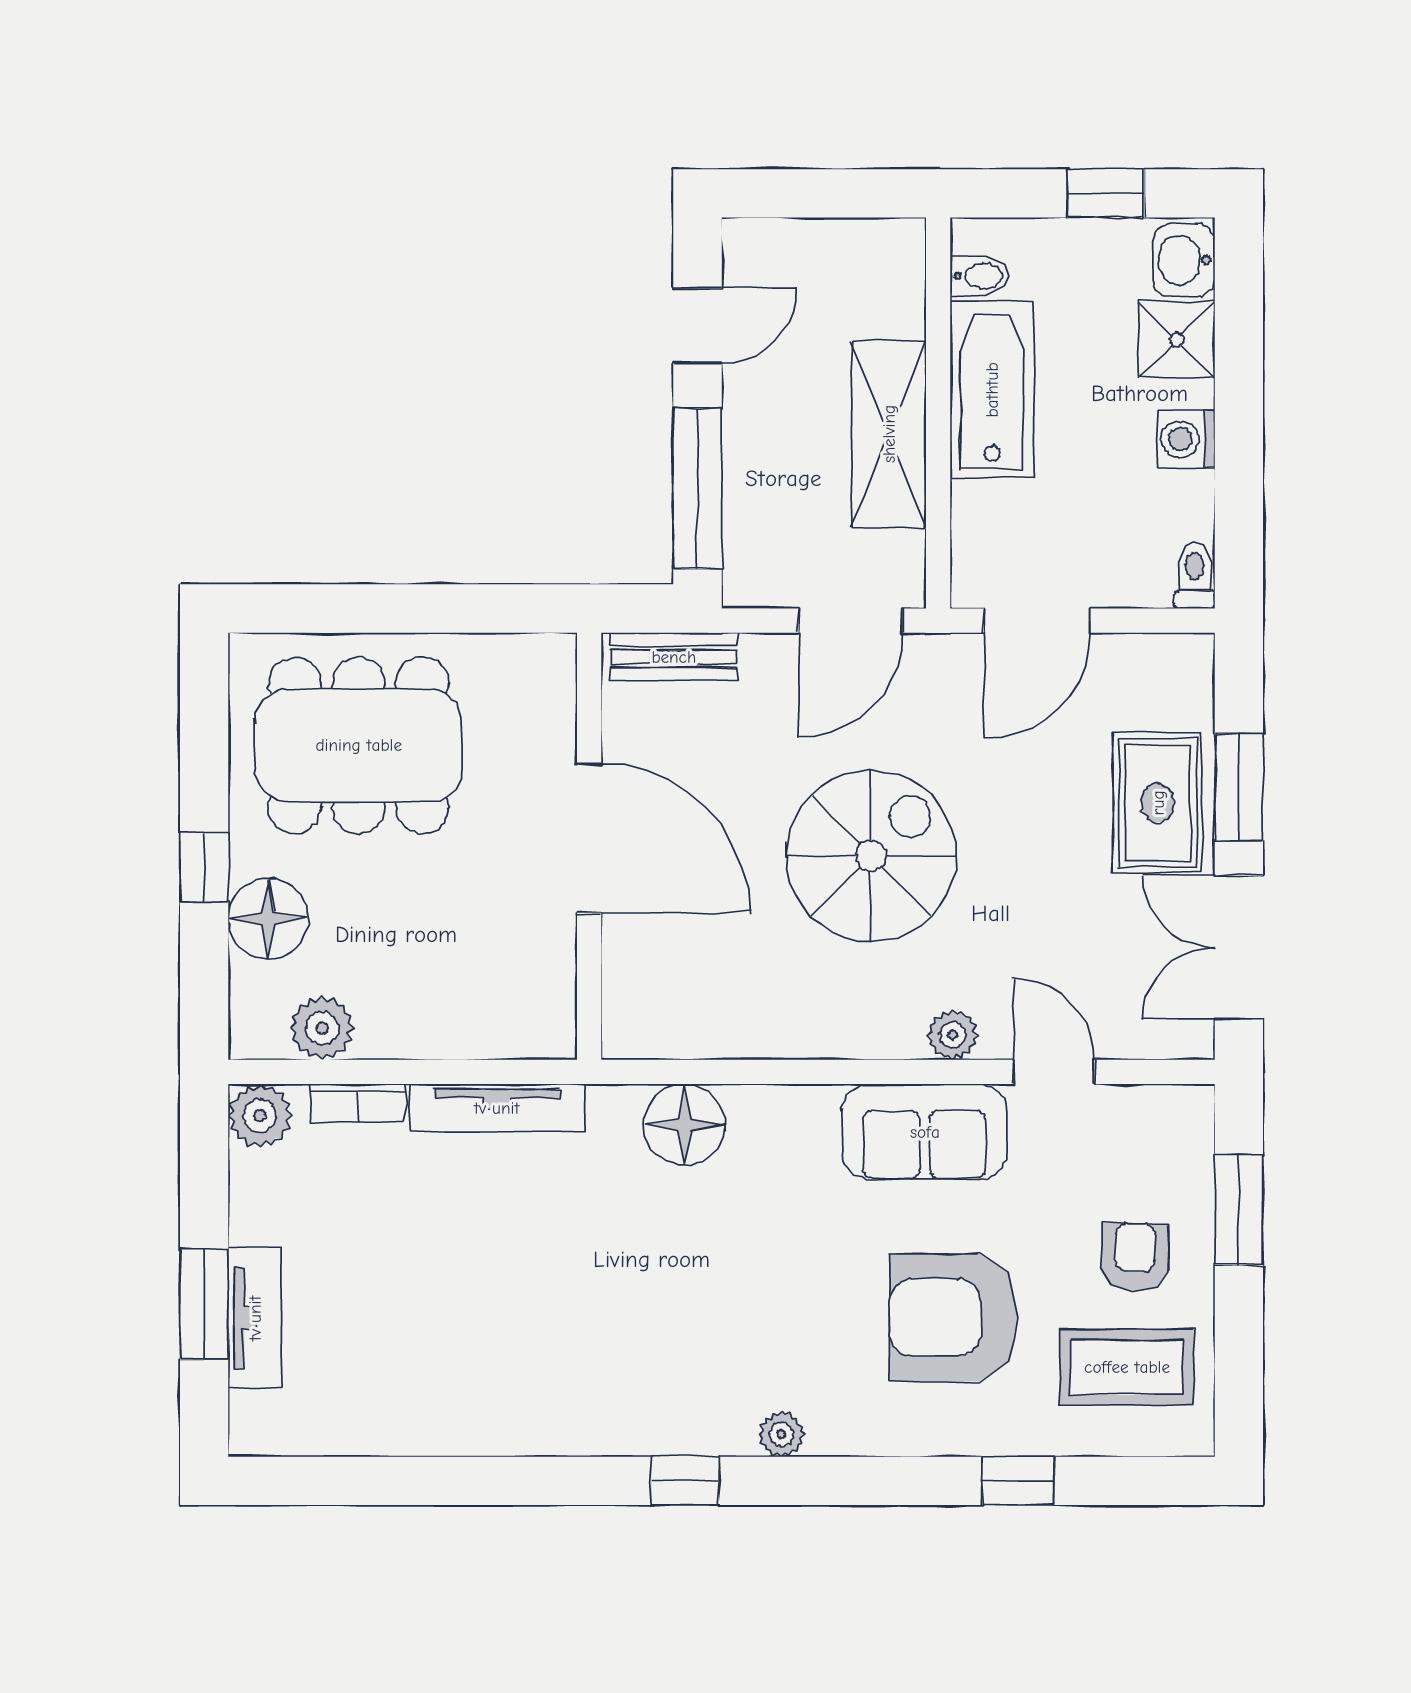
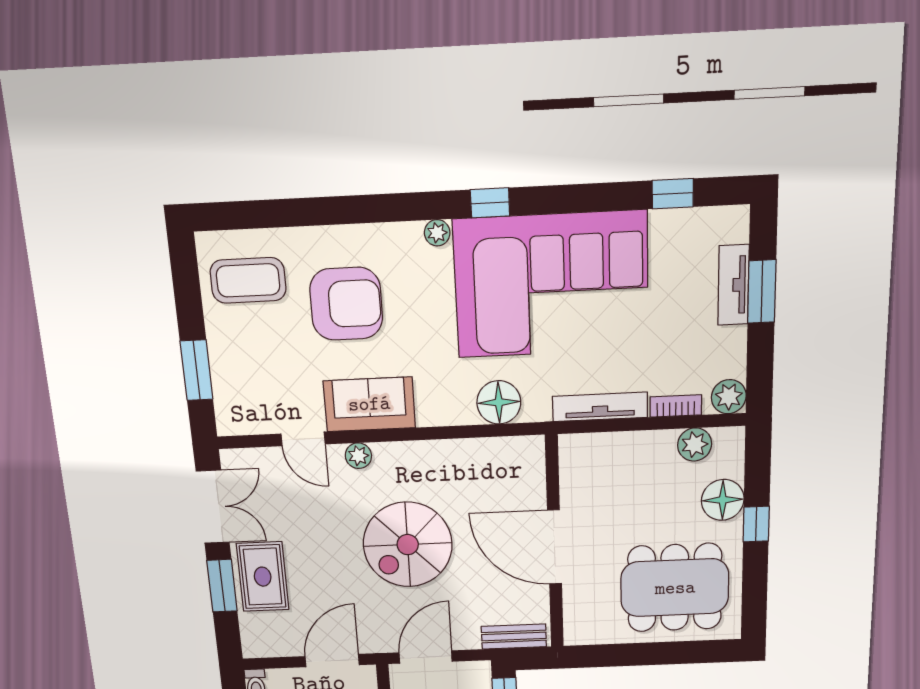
armchair: (1135, 1257) -> (250, 342), removed
corner sofa: (581, 1334) -> (551, 285), added
window: (1018, 1481) -> (673, 194), moved

